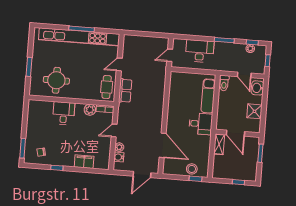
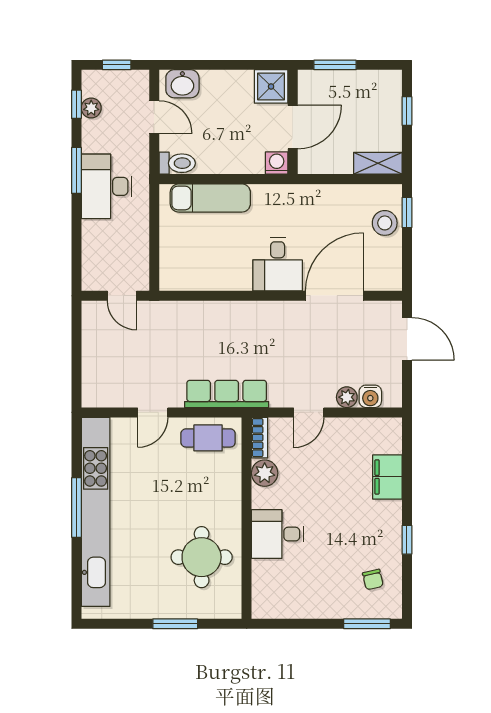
desk: (200, 51) -> (107, 186), moved
door: (119, 64) -> (153, 412), hinge flipped
door: (244, 75) -> (154, 117), hinge flipped
row of seats: (125, 91) -> (227, 394), width x1.48
shower: (254, 111) -> (271, 86), moved
desk: (201, 124) -> (278, 264), moved, turned 180
washing machine: (221, 125) -> (277, 163), added
door: (114, 131) -> (309, 412), hinge flipped
shelving: (219, 144) -> (378, 163), moved

